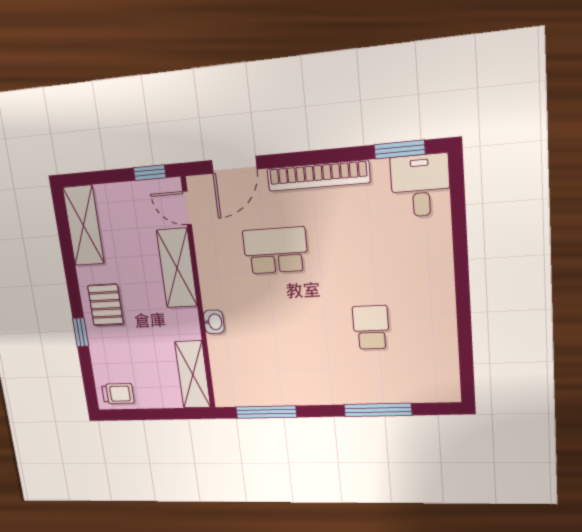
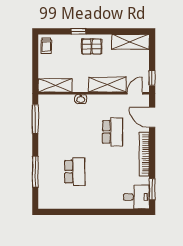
school desk: (371, 327) -> (75, 172), width x1.85

